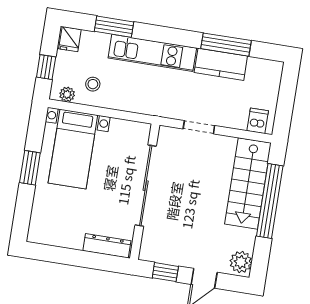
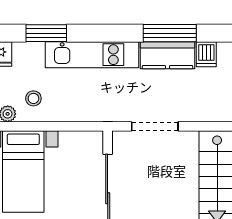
dishwasher: (258, 121) -> (206, 54), moved, turned 180
doorway: (199, 127) -> (155, 126), width x1.38

